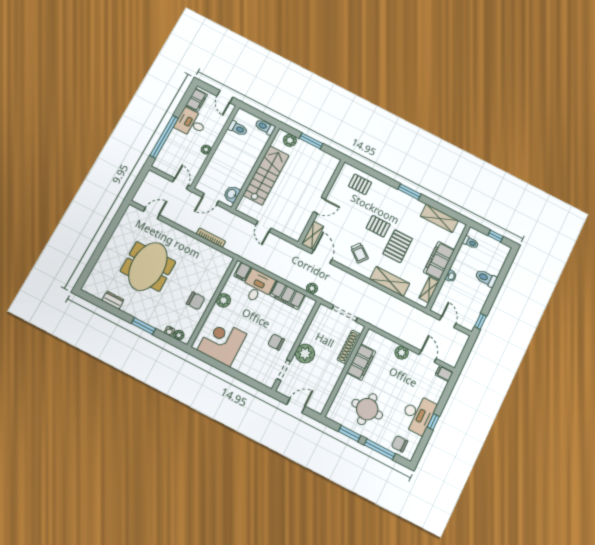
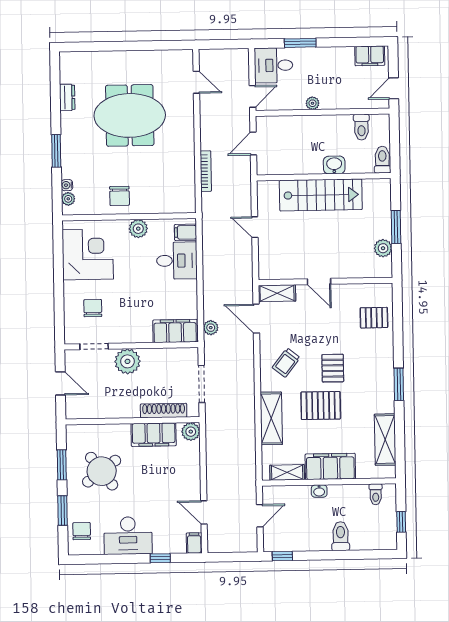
desk: (191, 123) -> (274, 65), moved, turned -90
window: (164, 137) -> (300, 43), width x0.47
plant: (290, 140) -> (383, 248), moved
pallet: (360, 184) -> (374, 318), turned 90
washbasin: (232, 194) -> (334, 165), moved
door: (210, 199) -> (253, 144), hinge flipped
door: (263, 226) -> (255, 227), hinge flipped
door: (322, 257) -> (256, 319), swing flipped
filing cabinet: (288, 295) -> (175, 331), moved, turned 90
chair: (276, 342) -> (93, 308), moved
plant: (402, 353) -> (191, 432), moved
door: (428, 357) -> (204, 512), swing flipped
round table: (367, 409) -> (102, 471), turned -37
window: (433, 422) -> (160, 558), moved
window: (380, 449) -> (63, 511), width x0.69

